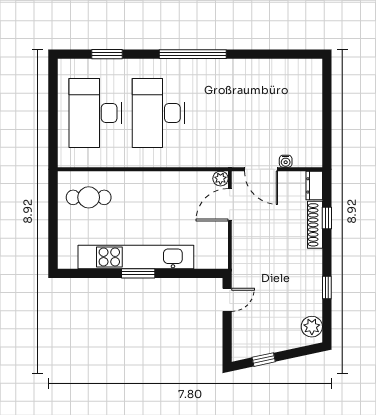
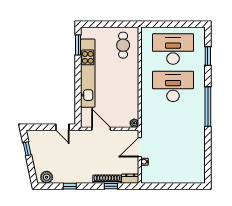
door: (230, 205) -> (101, 129), moved
window: (138, 273) -> (78, 45), moved

